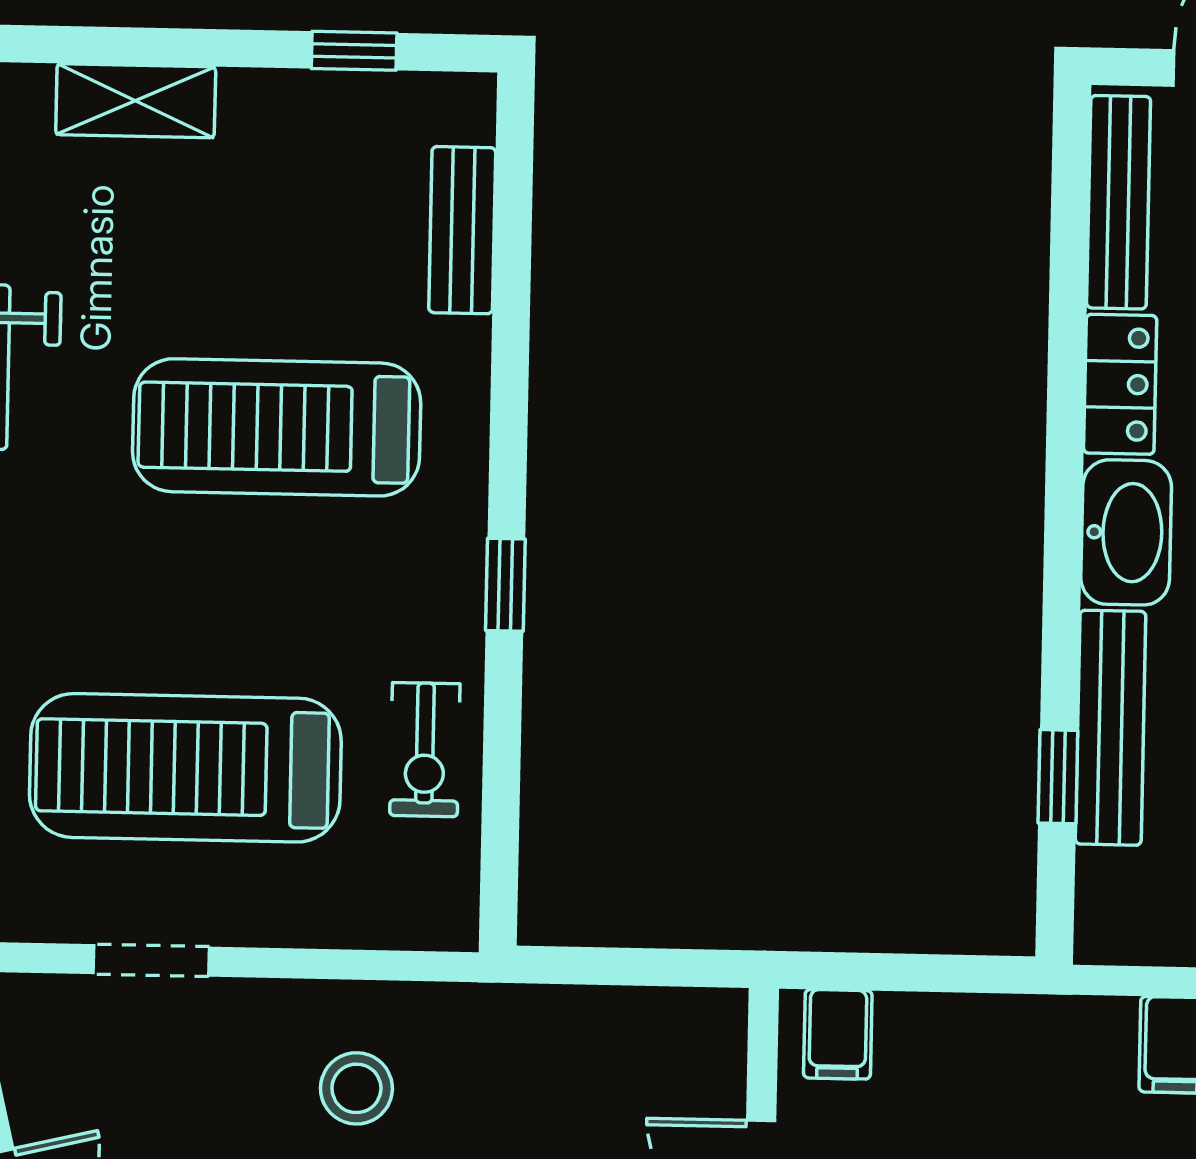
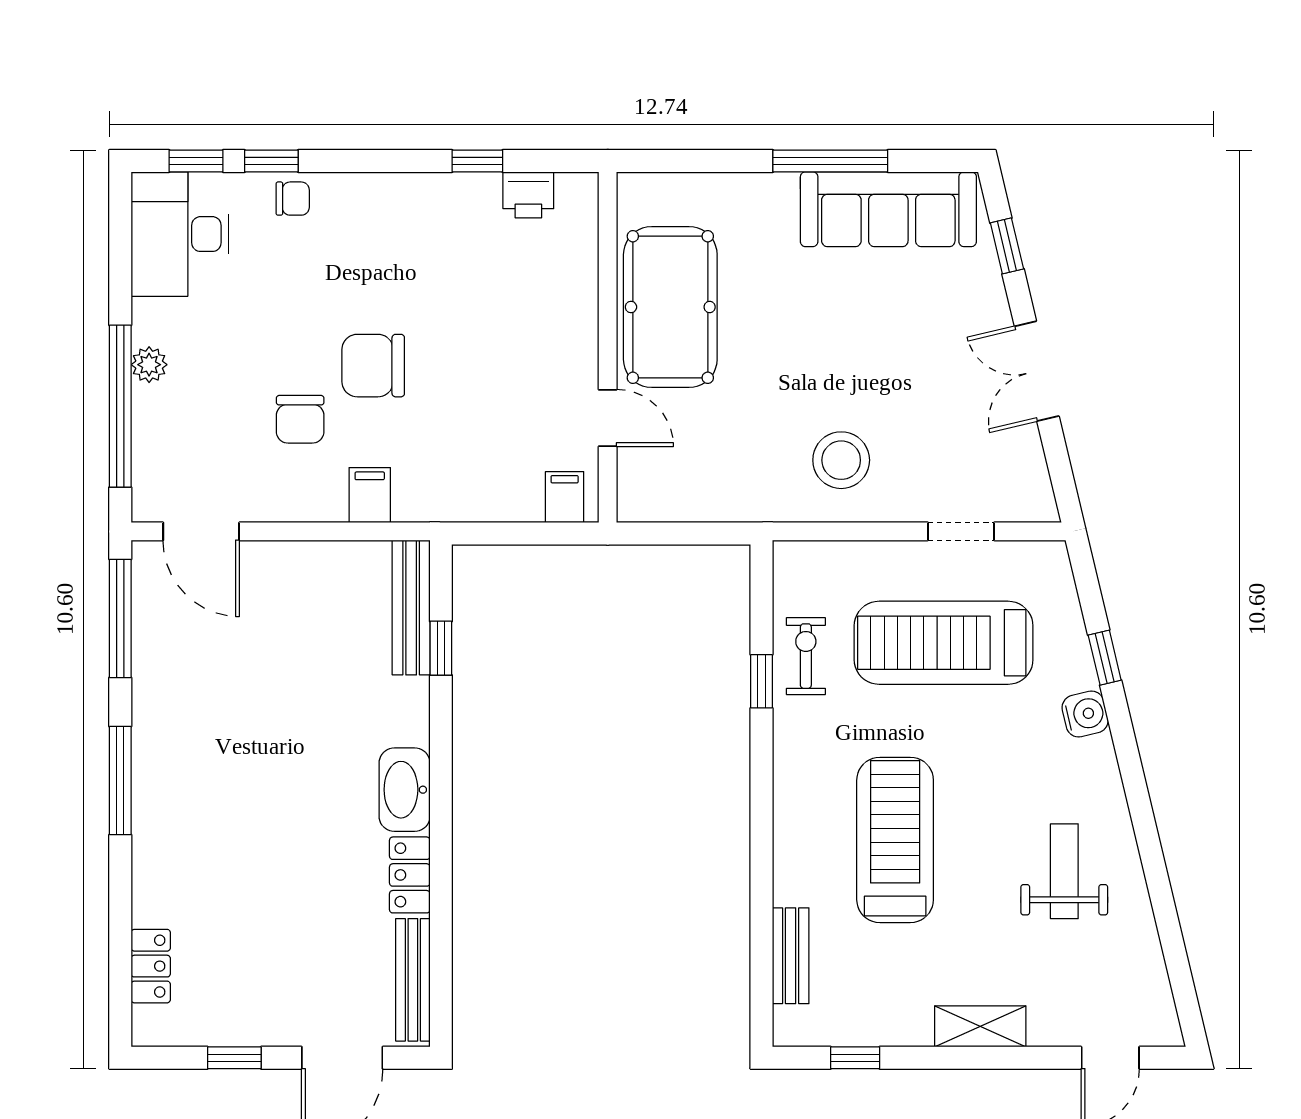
treadmill: (277, 427) -> (895, 840), turned -90
window: (505, 585) -> (761, 681), moved
bench: (1111, 728) -> (411, 608), moved
treadmill: (185, 768) -> (944, 643), turned 180
stool: (356, 1088) -> (841, 460), width x1.38, depth x1.38

